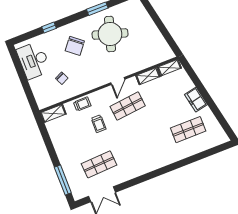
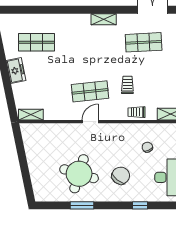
shelving: (148, 76) -> (104, 19), moved

